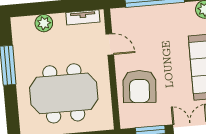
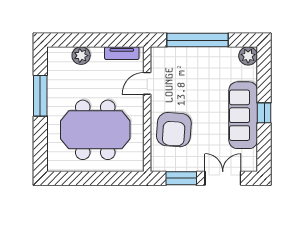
door: (110, 44) -> (147, 83), swing flipped

